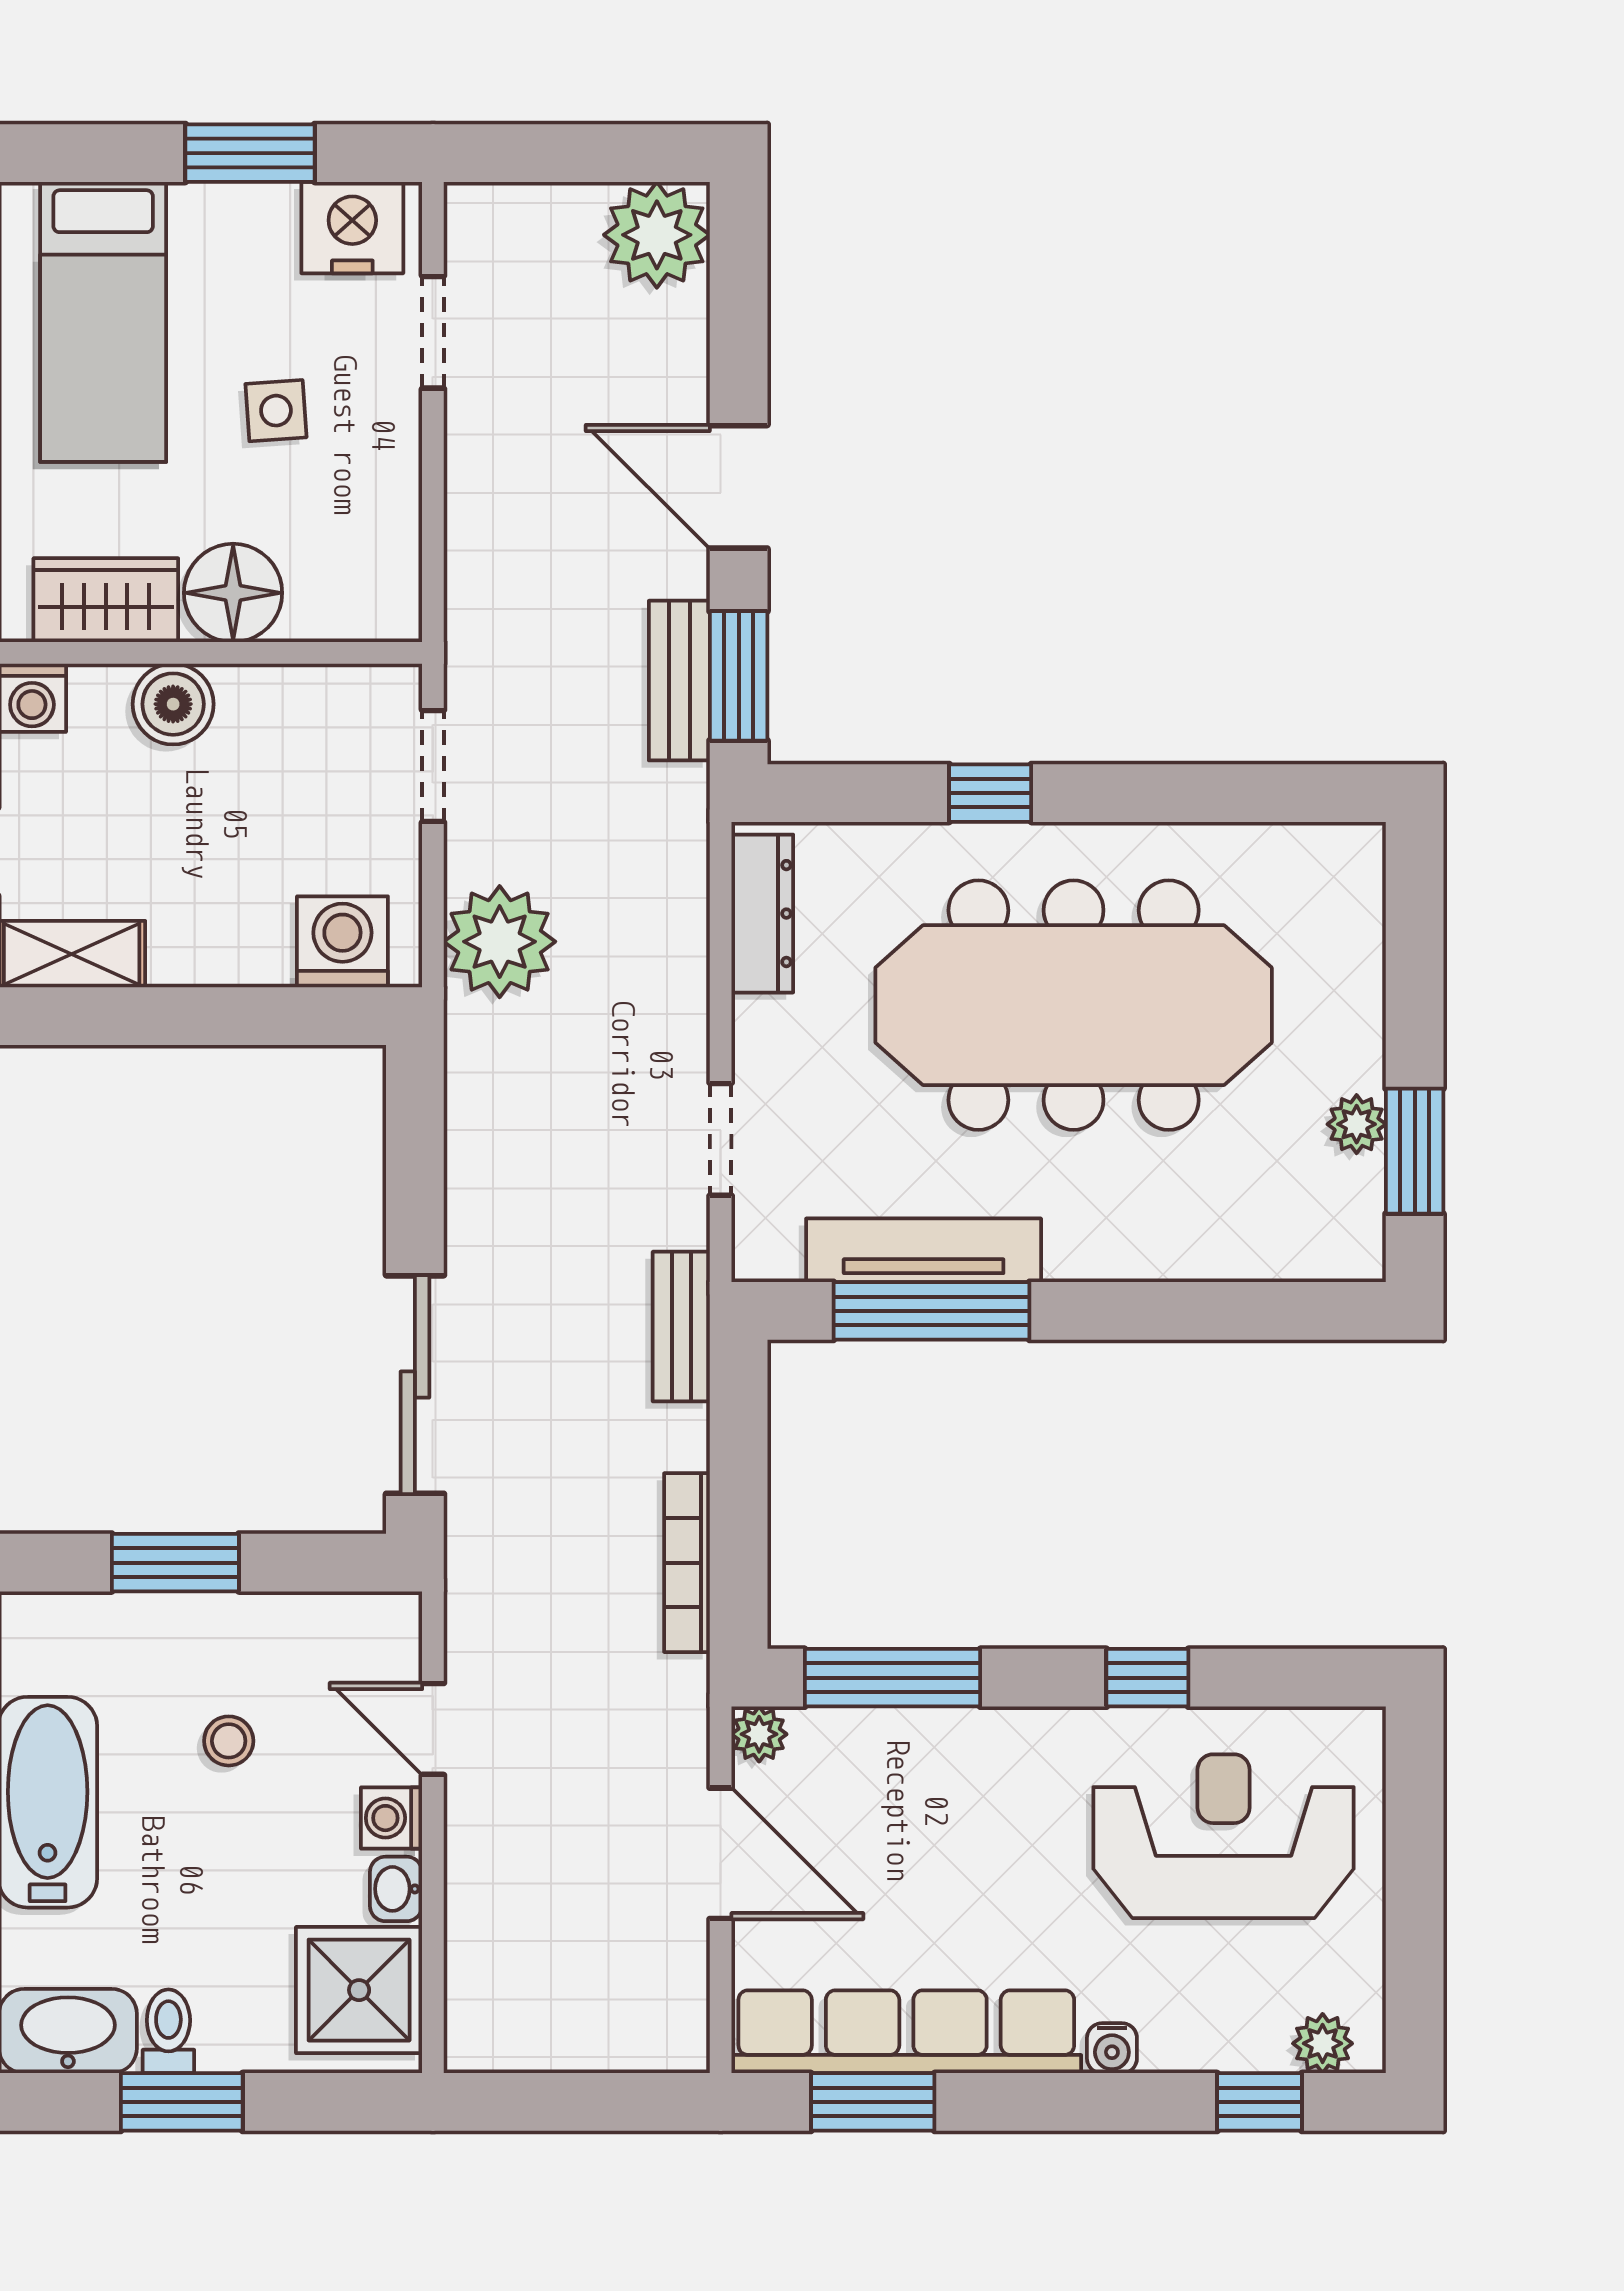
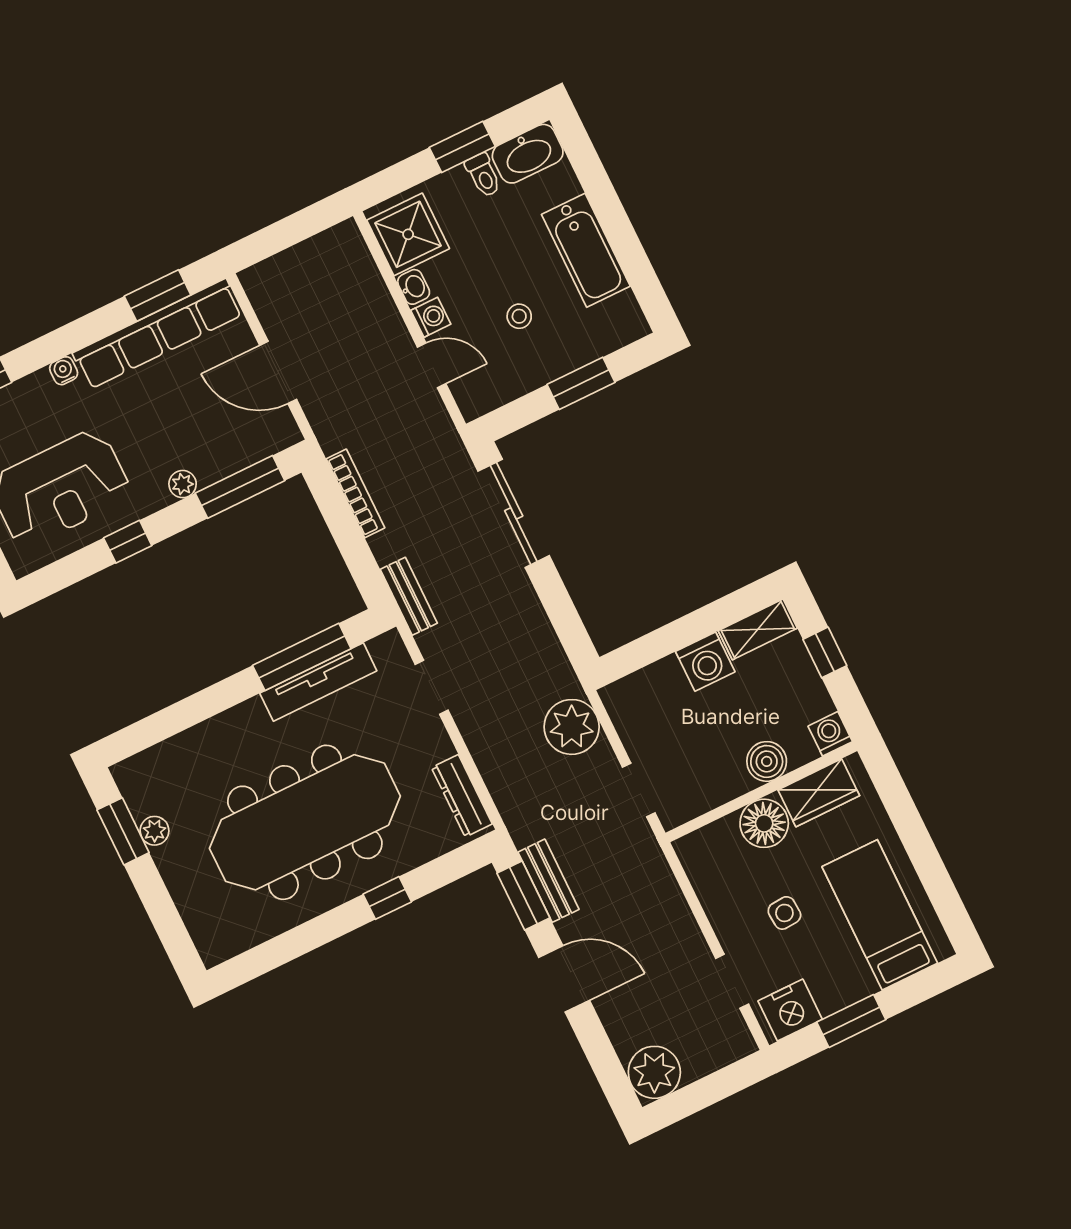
washing machine: (342, 942) -> (705, 662), moved
plant: (759, 1734) -> (183, 484), moved

